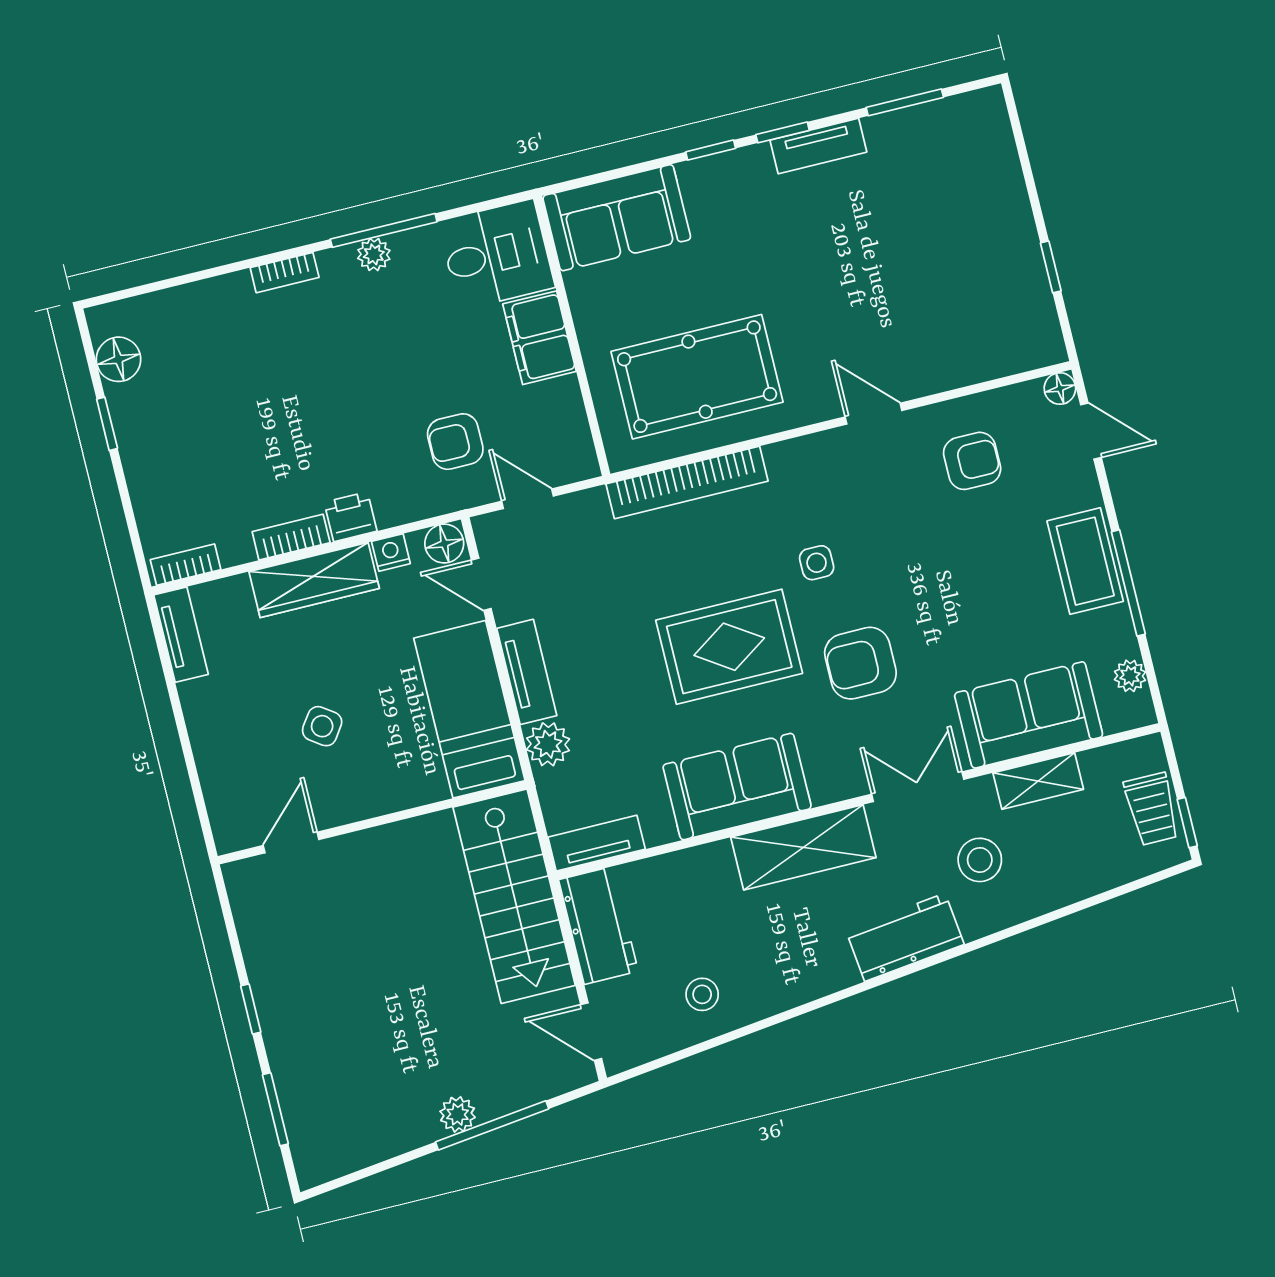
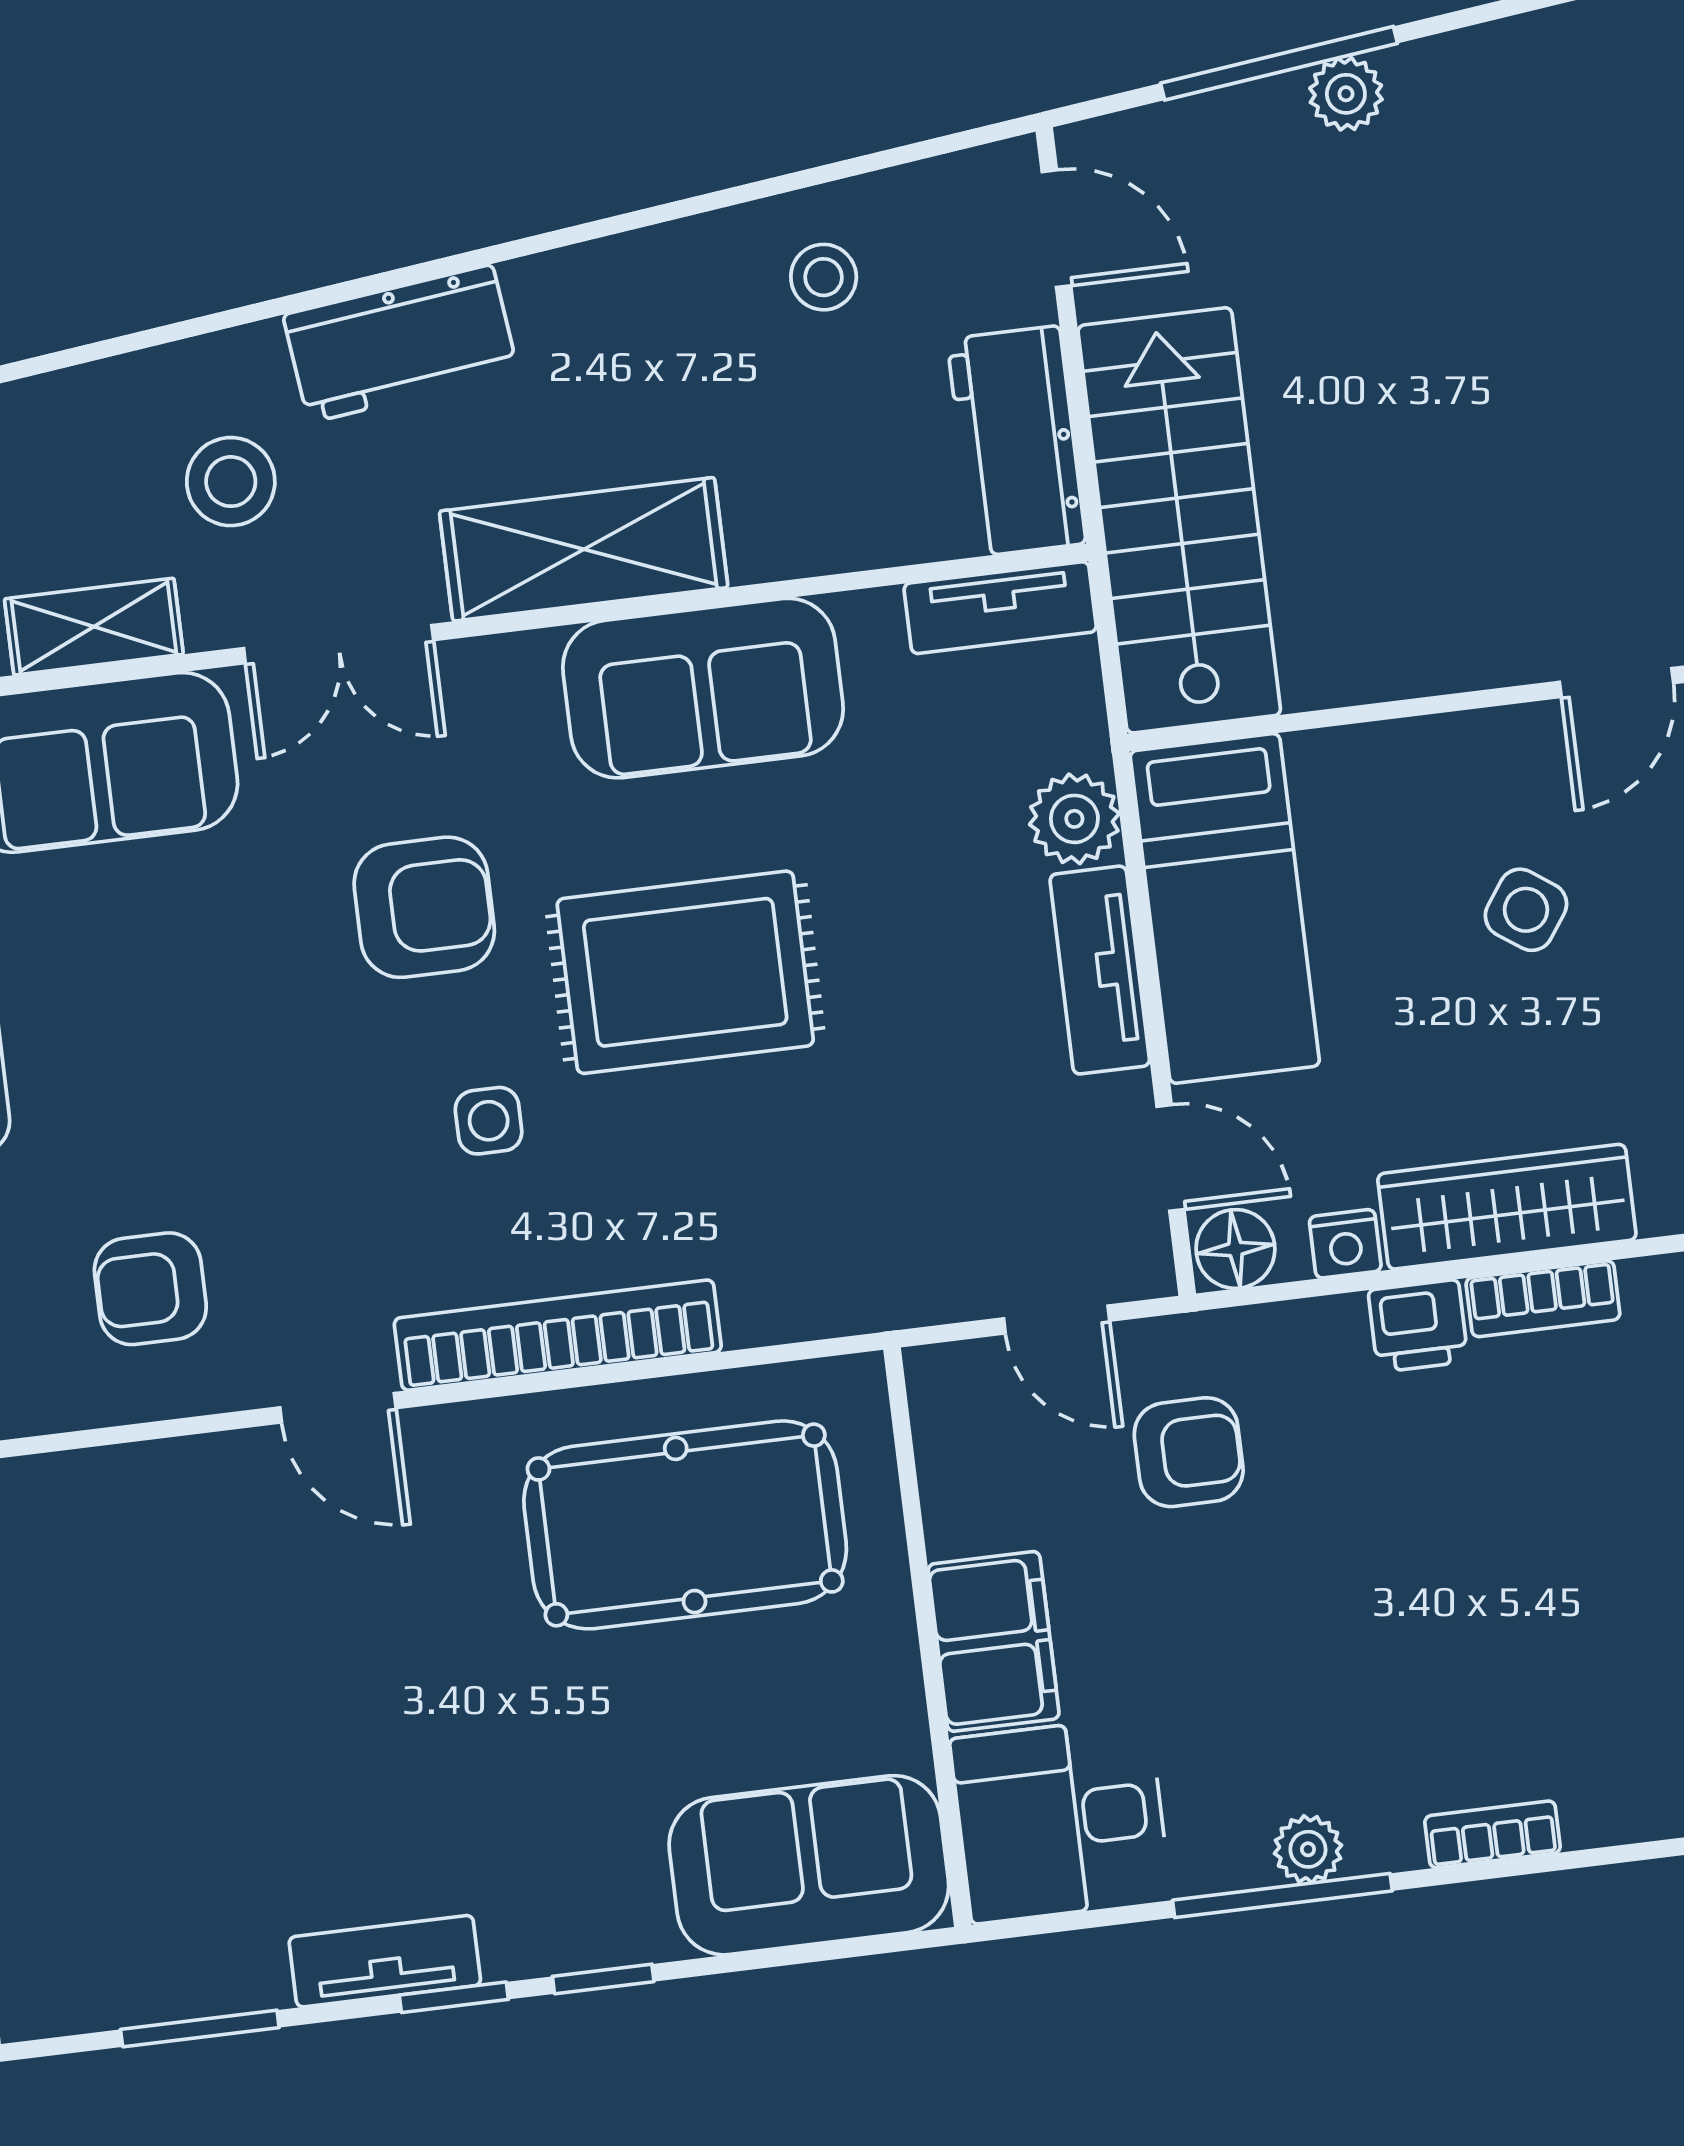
bookcase: (687, 482) -> (558, 1335), moved

